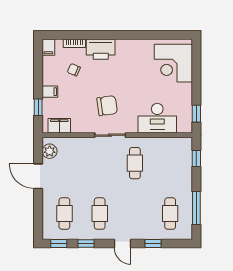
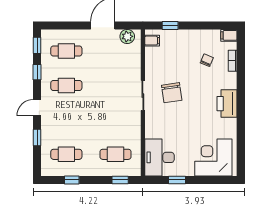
printer: (101, 49) -> (227, 104), moved
filing cabinet: (50, 92) -> (185, 37), removed
window: (196, 114) -> (177, 180), moved
desk: (157, 118) -> (159, 157), moved
filing cabinet: (59, 126) -> (152, 41), width x0.50
cafe table: (135, 163) -> (116, 154), moved
window: (196, 208) -> (72, 180), width x0.46

